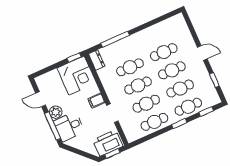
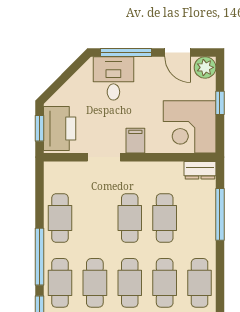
window: (74, 58) -> (220, 103), moved
door: (41, 99) -> (178, 53), swing flipped
cafe table: (146, 104) -> (200, 283), moved
plant: (56, 112) -> (205, 67), moved
window: (179, 124) -> (40, 257), width x2.17

